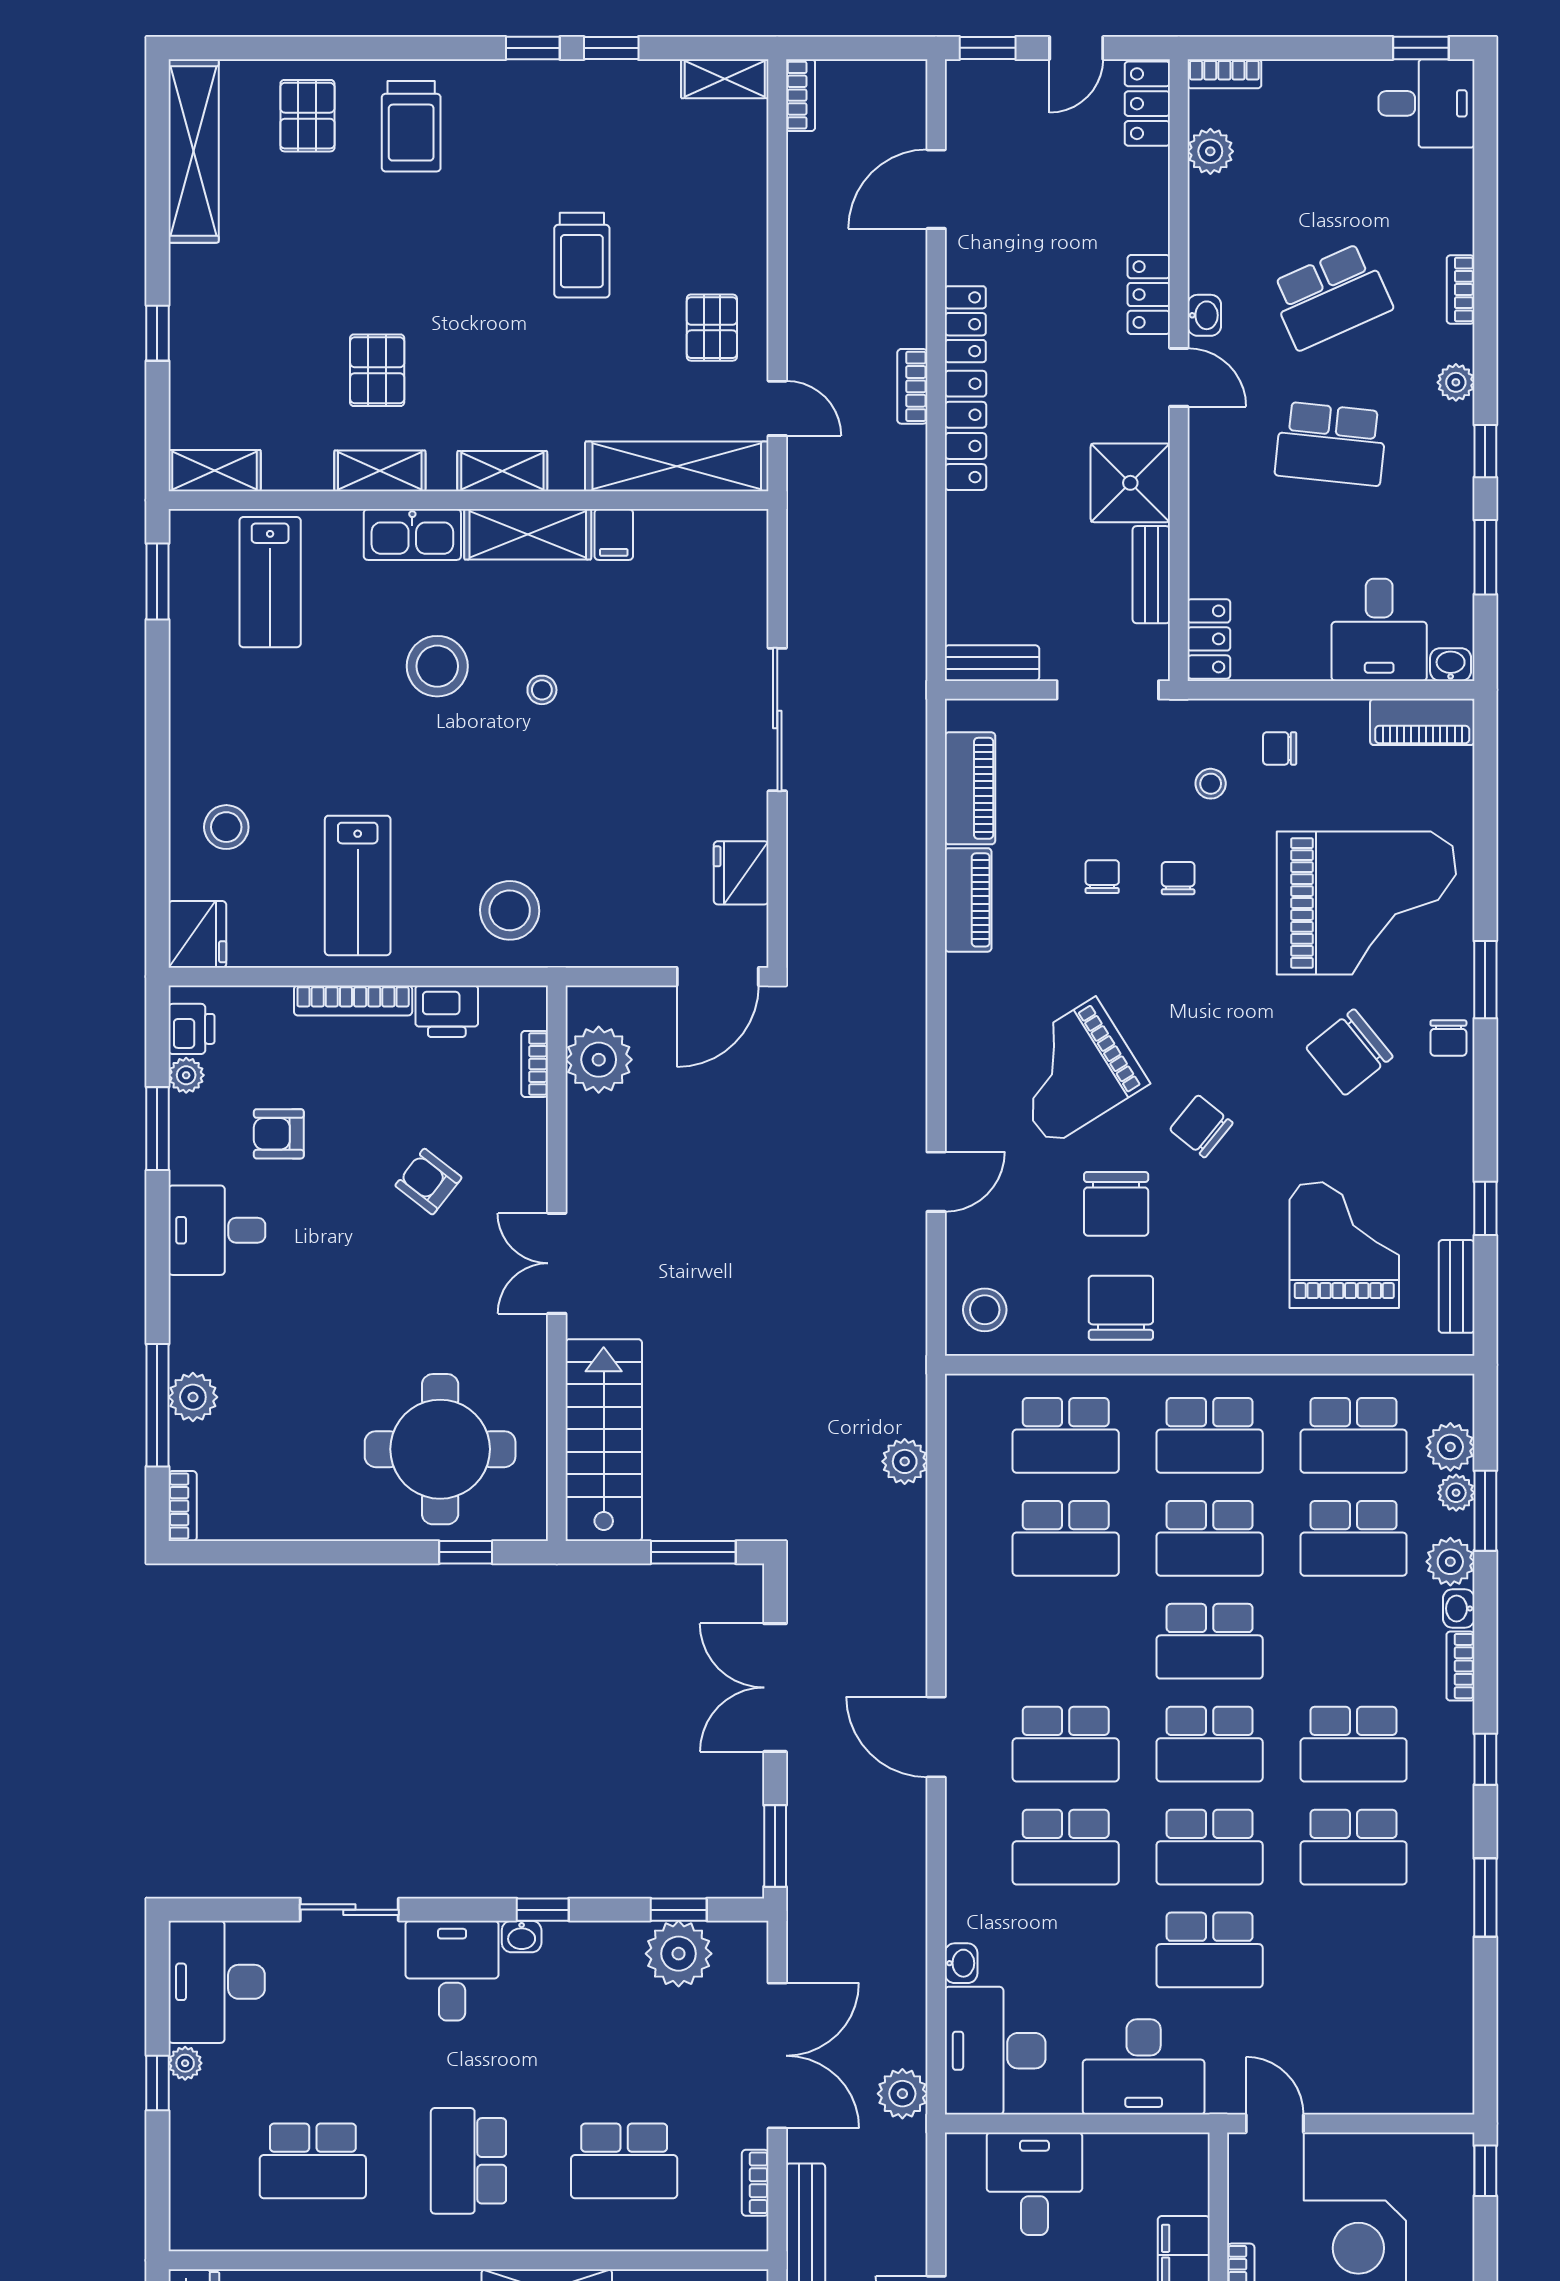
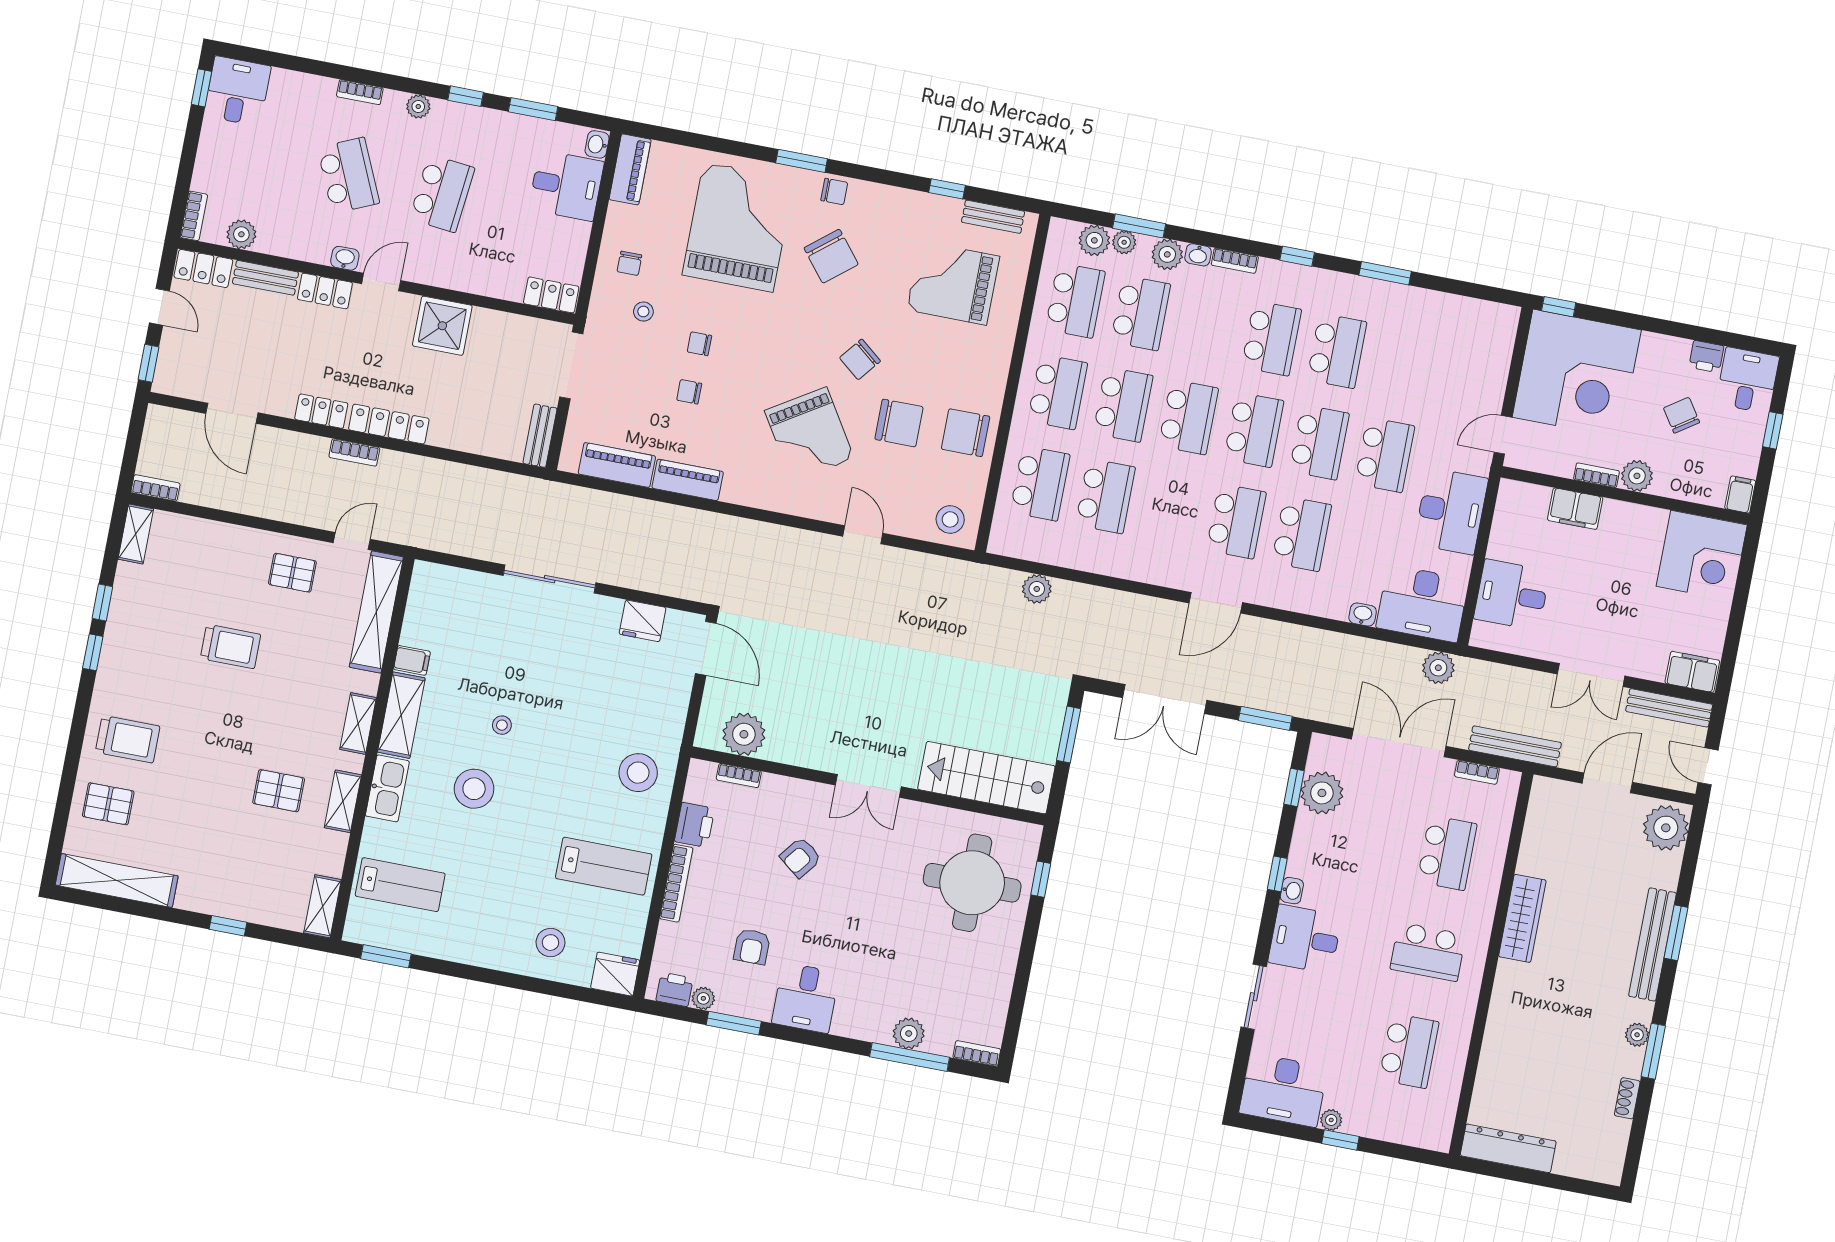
bench: (1151, 575) -> (265, 278), moved

